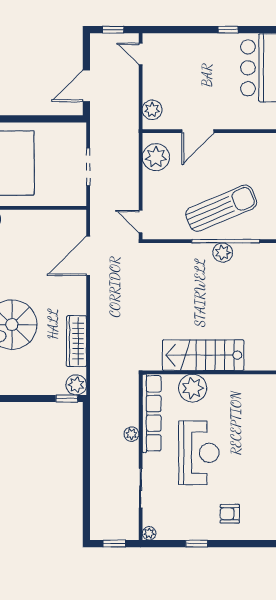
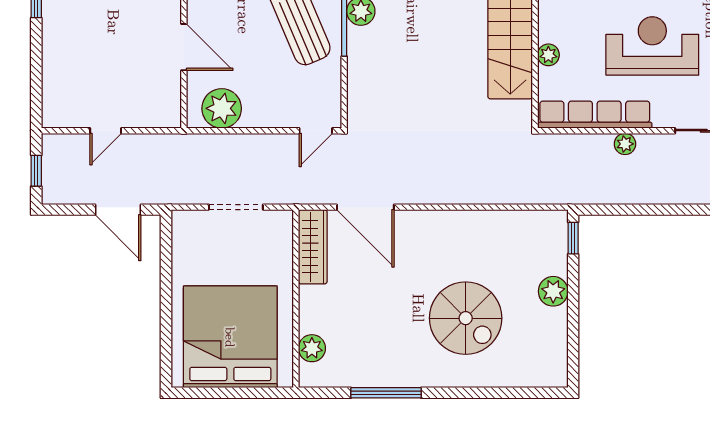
door: (141, 54) -> (106, 131), moved
plant: (152, 110) -> (153, 114), removed
wardrobe: (77, 341) -> (313, 247), moved, turned -90
plant: (76, 385) -> (553, 291), moved
plant: (193, 388) -> (548, 55), width x0.53, depth x0.53

